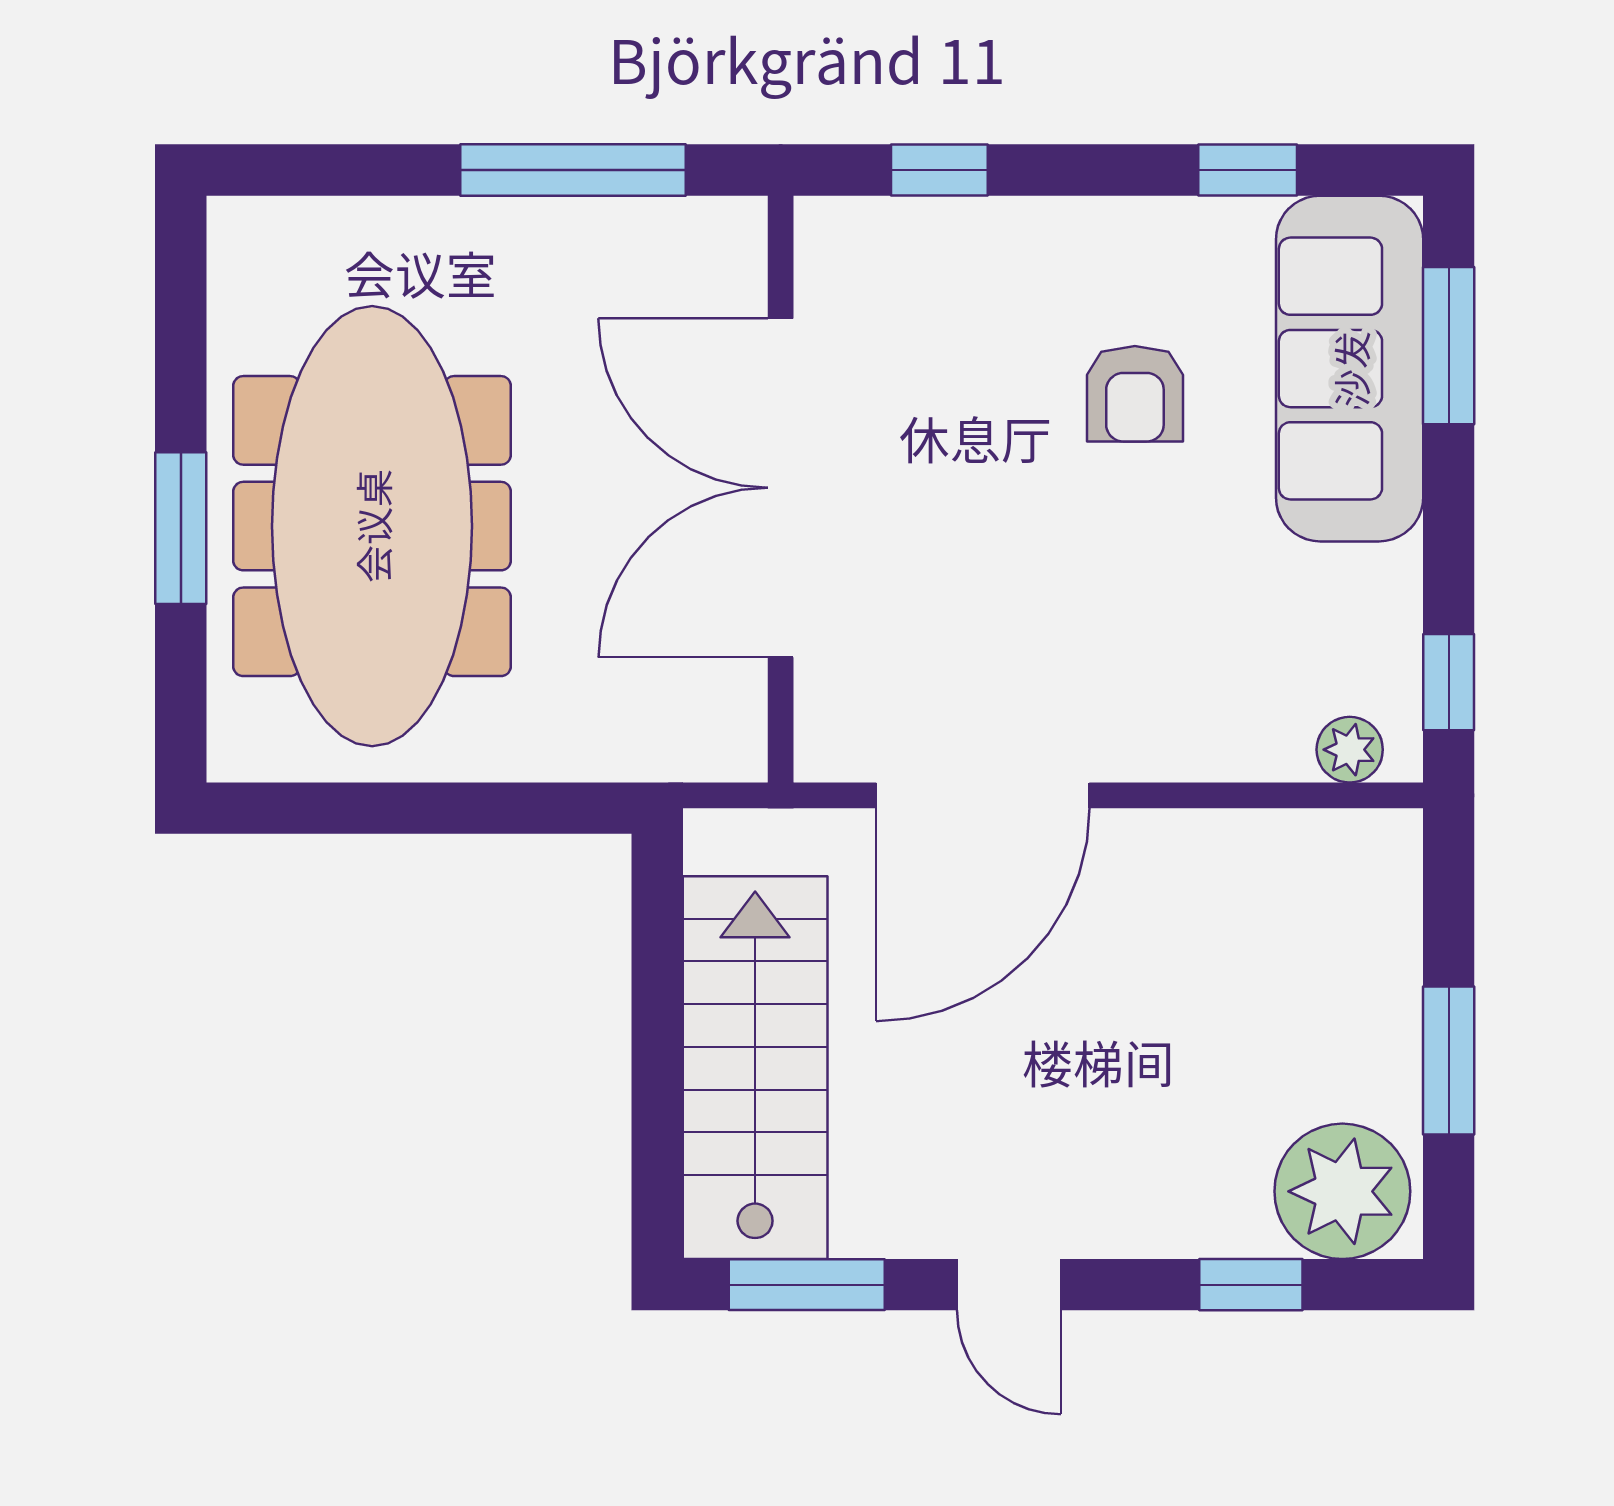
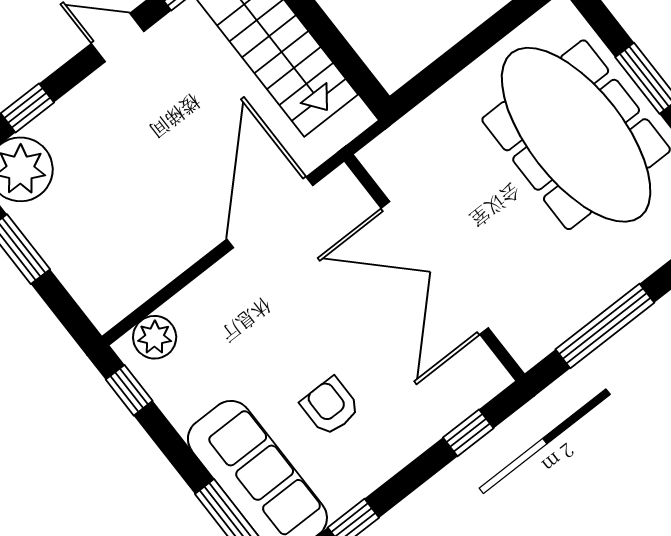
double door: (781, 488) -> (435, 268), swing flipped
plant: (1350, 750) -> (155, 337), width x1.38, depth x1.38

